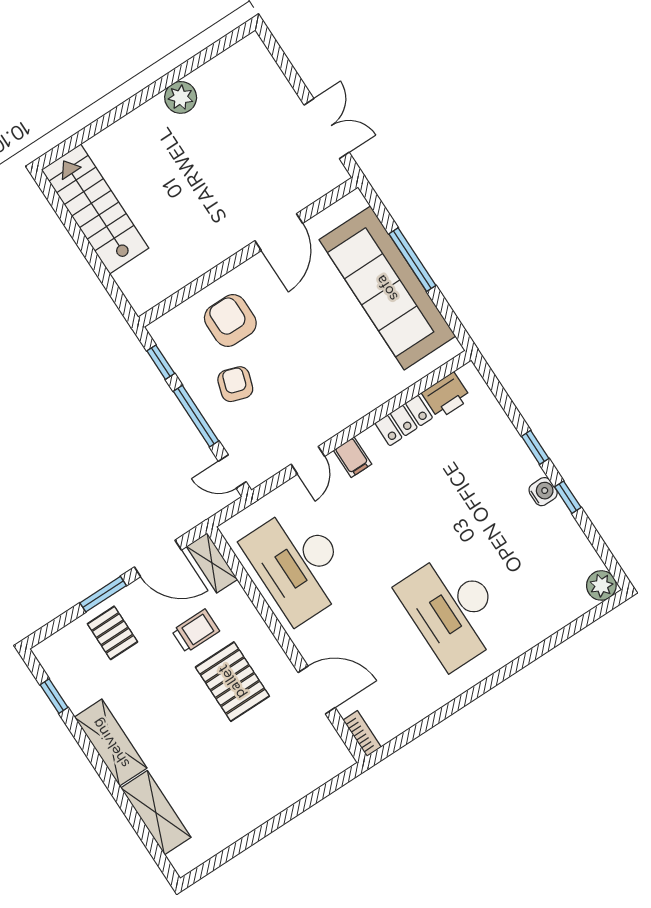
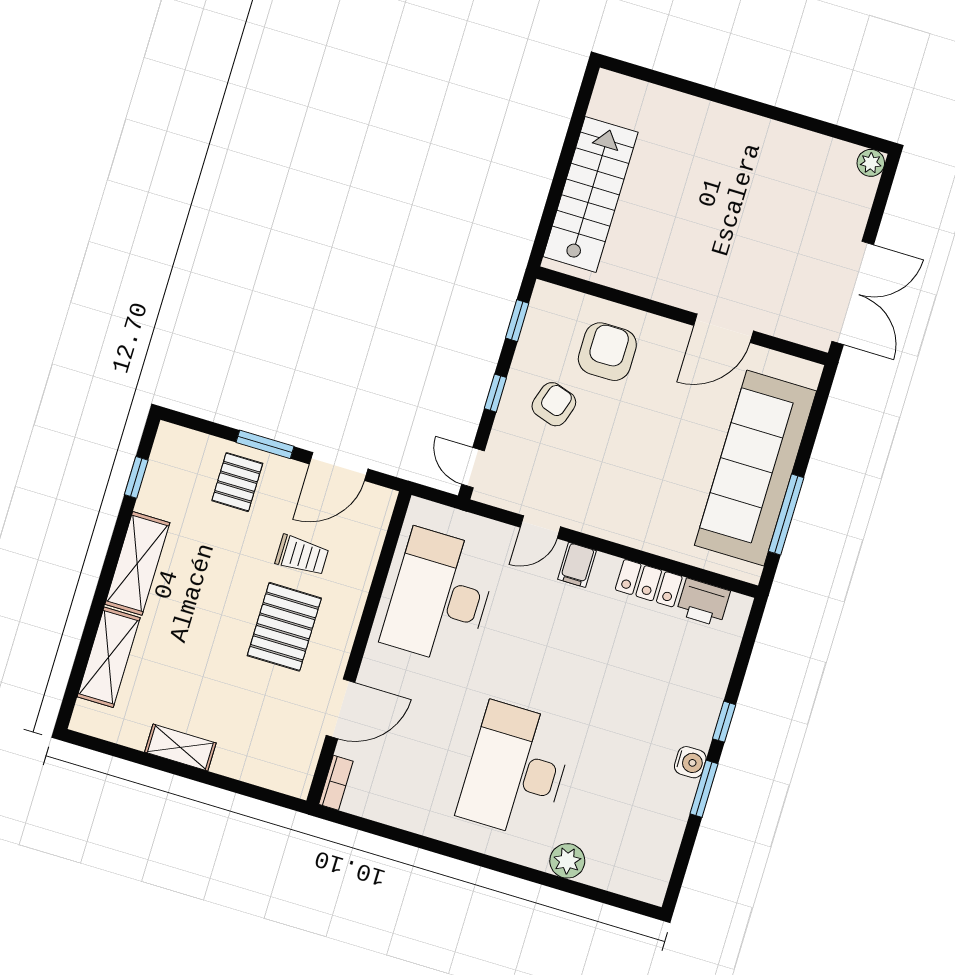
plant: (181, 97) -> (871, 163), moved, width x0.73, depth x0.73
double door: (327, 129) -> (853, 293), width x1.37
stairs: (95, 209) -> (591, 194), moved
window: (412, 260) -> (786, 514), moved
window: (196, 416) -> (495, 393), width x0.46
window: (568, 497) -> (704, 789), width x1.50
door: (158, 558) -> (339, 466), hinge flipped
shelving: (212, 563) -> (180, 747), moved, turned 90
plant: (601, 585) -> (567, 861), moved
door: (317, 690) -> (341, 709), hinge flipped

